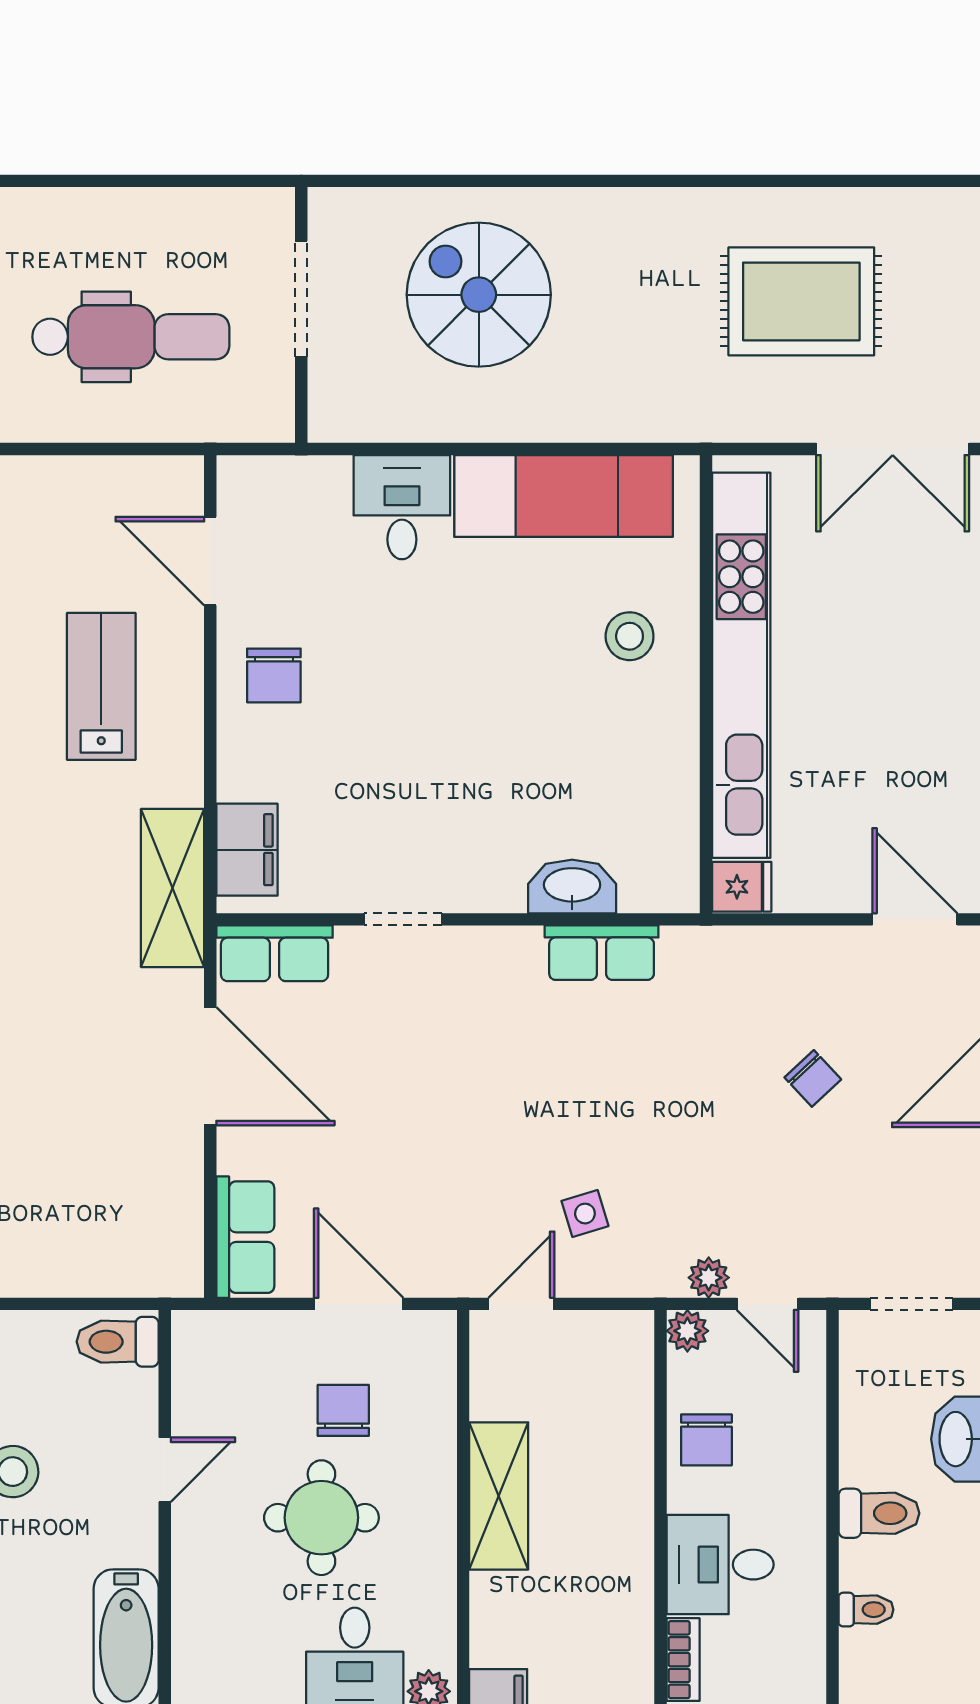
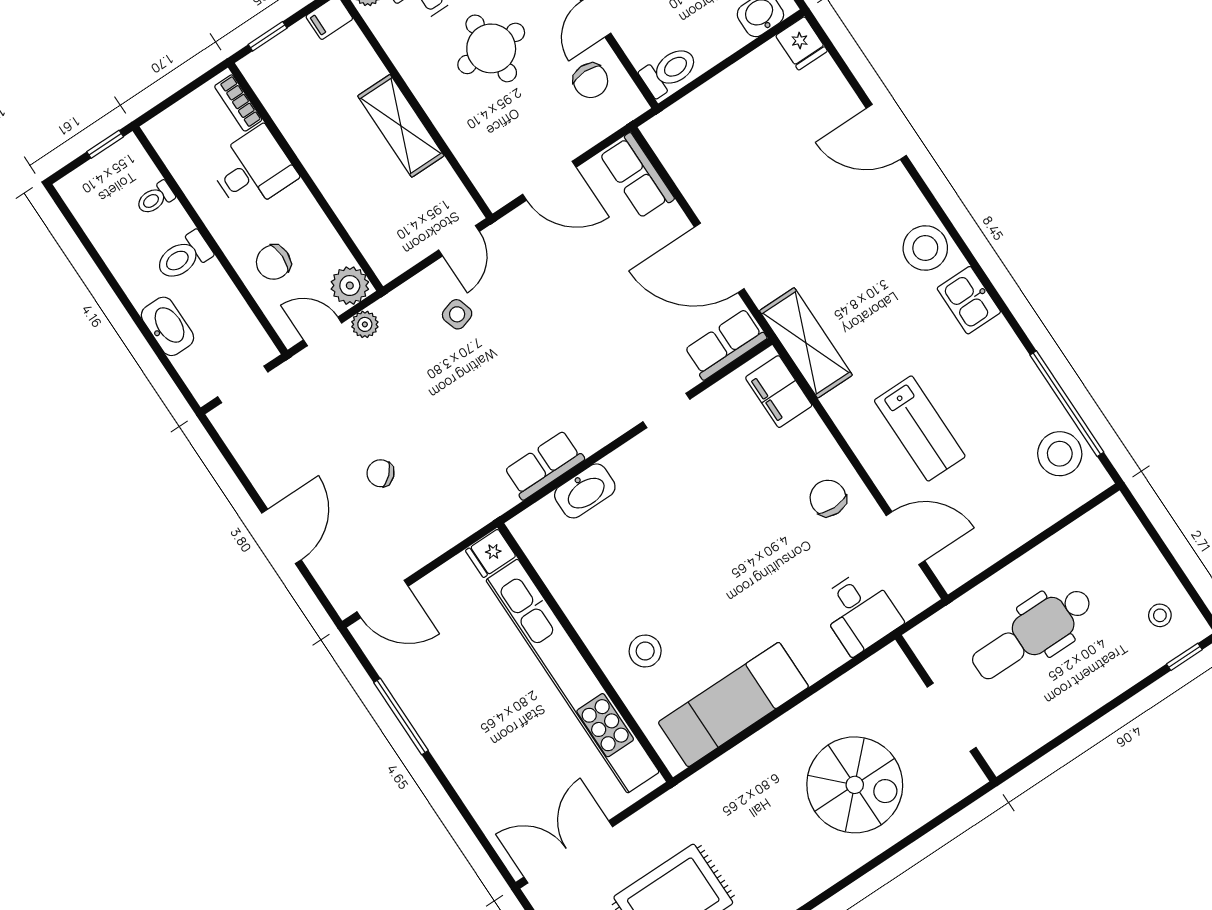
desk: (402, 507) -> (860, 612), moved
plant: (687, 1331) -> (350, 286), width x1.38, depth x1.38
chair: (343, 1410) -> (591, 81), moved
chair: (706, 1440) -> (273, 262), moved, turned -90

